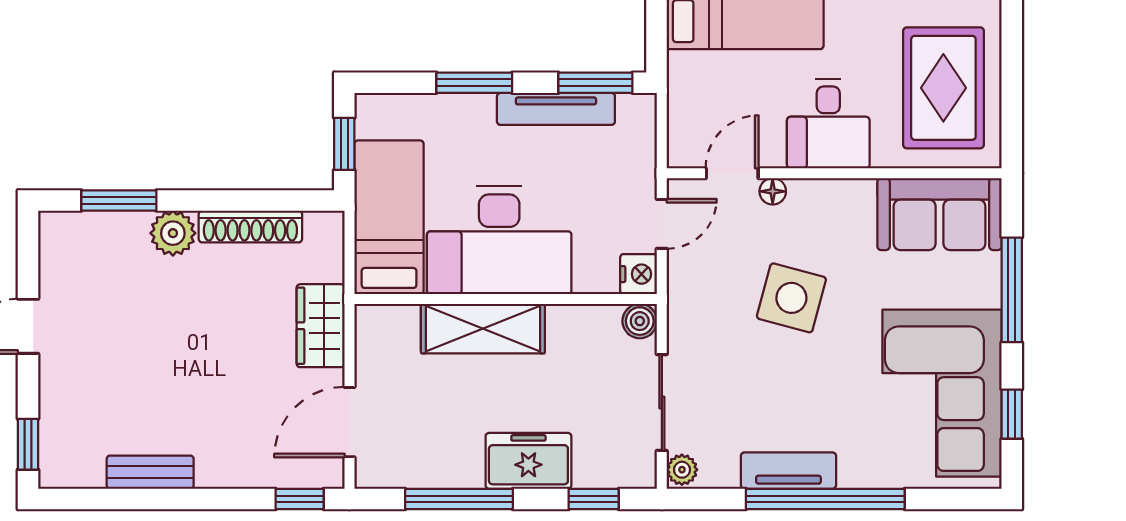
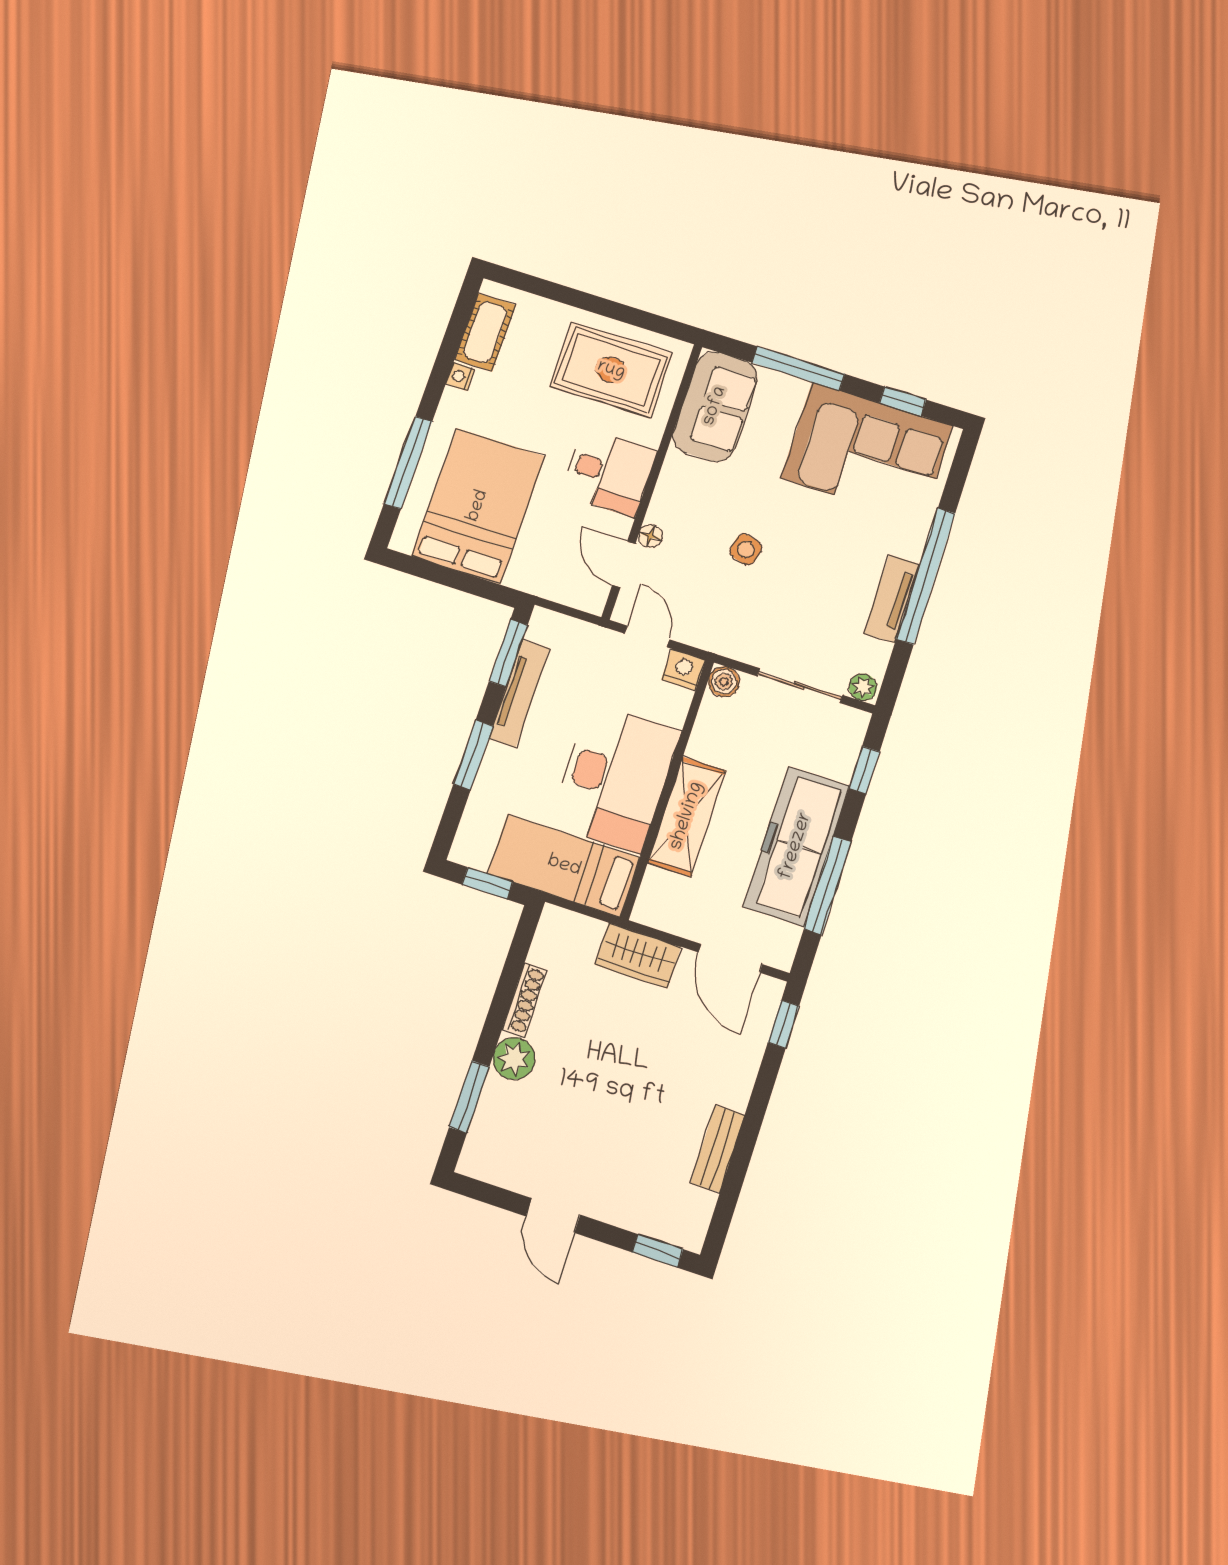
shoe rack: (250, 227) -> (525, 1000), width x0.74, depth x0.81
side table: (791, 298) -> (746, 549), width x0.54, depth x0.54
freezer: (528, 461) -> (796, 846), width x1.91, depth x1.26

